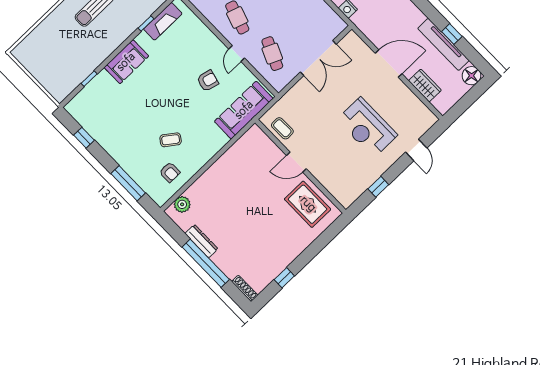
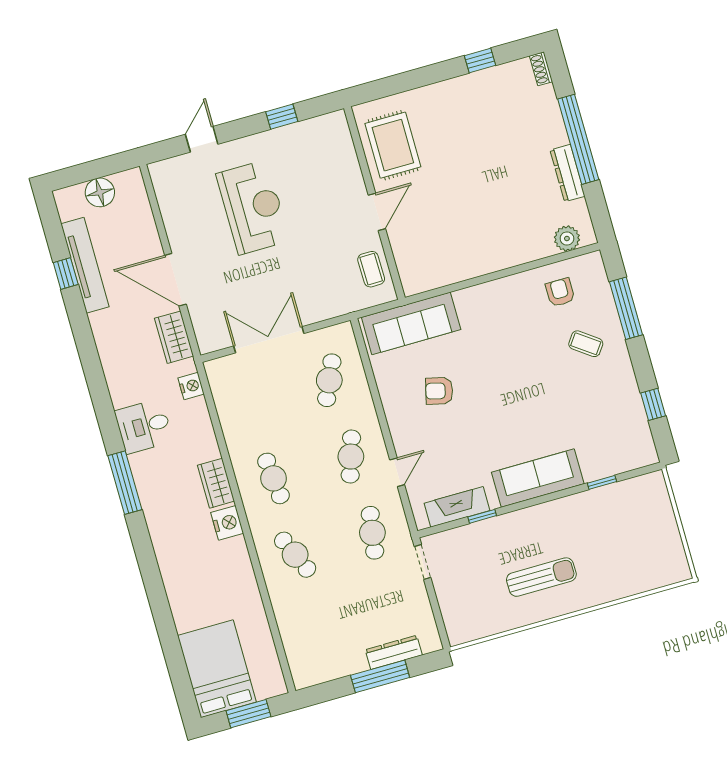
door: (237, 54) -> (397, 472), moved
sofa: (126, 62) -> (538, 478), width x1.36
floor lamp: (471, 76) -> (100, 192), moved
wardrobe: (425, 86) -> (174, 337), moved
coffee table: (171, 140) -> (586, 344), moved
door: (296, 162) -> (377, 212), hinge flipped
shoe rack: (245, 288) -> (541, 69), width x0.70

